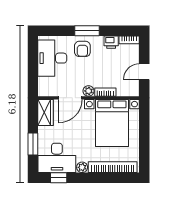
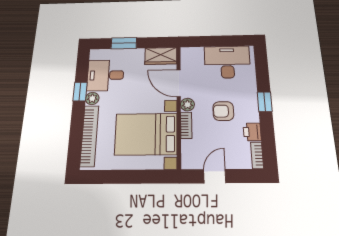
window: (87, 31) -> (265, 102), width x0.67
armchair: (82, 49) -> (223, 111), moved
door: (144, 72) -> (215, 176), hinge flipped
desk: (57, 158) -> (105, 75), width x0.73
window: (59, 178) -> (80, 91), moved

